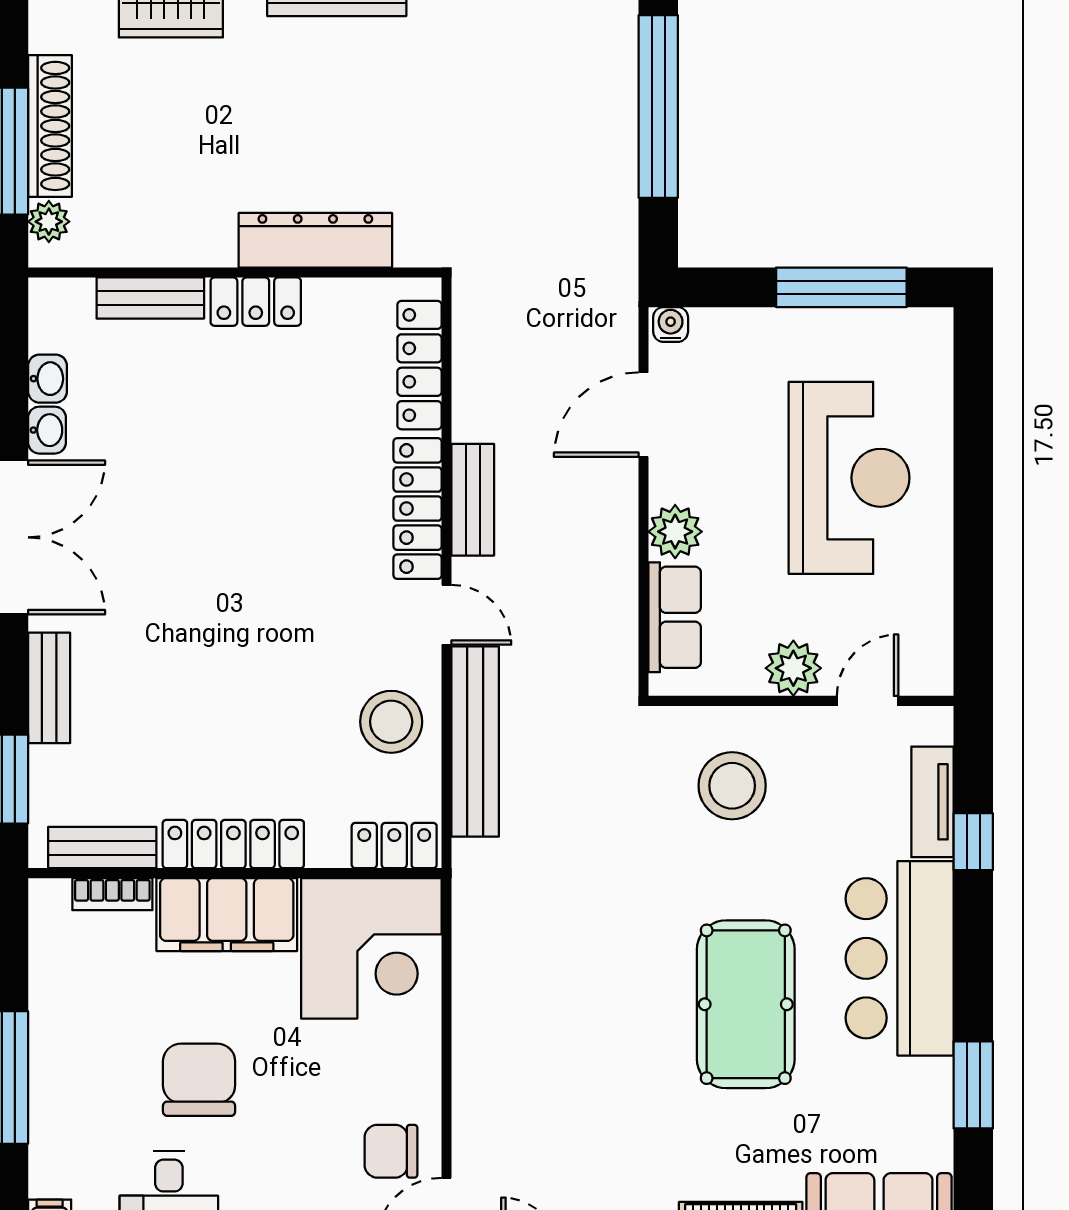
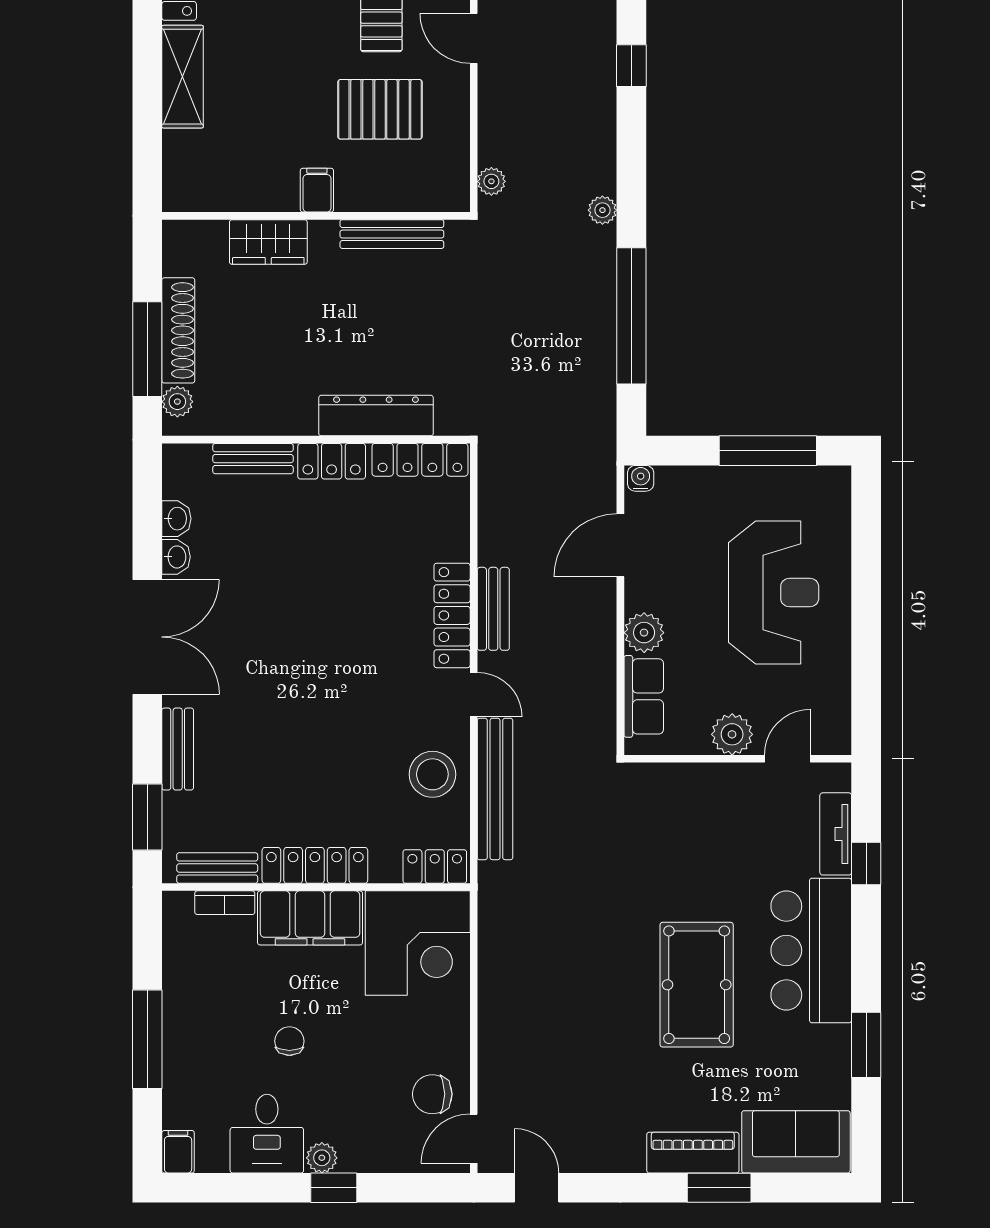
locker: (419, 365) -> (420, 460), moved, turned -90
stool: (732, 786) -> (686, 822), removed
chair: (199, 1080) -> (289, 1041), width x0.54, depth x0.54

